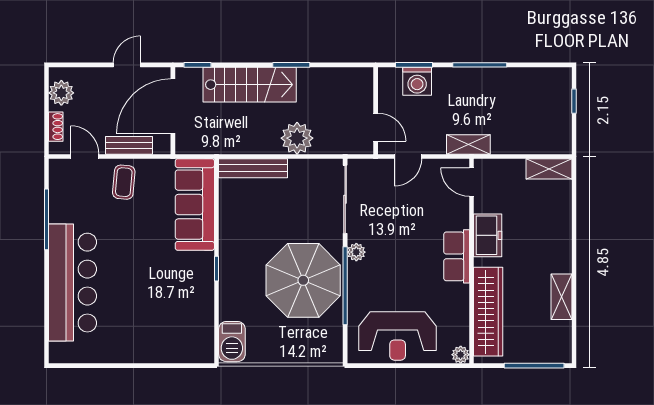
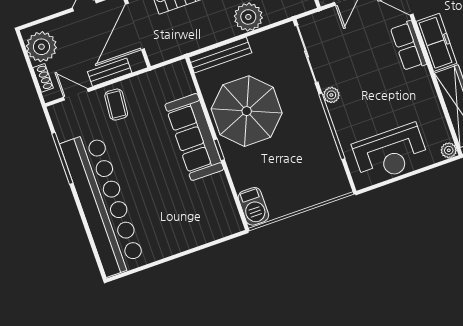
plant: (61, 93) -> (41, 47), width x1.36, depth x1.36
sofa: (195, 205) -> (194, 137), moved
freezer: (488, 235) -> (436, 42), width x1.40
row of seats: (457, 256) -> (408, 46), moved
parasol: (303, 280) -> (247, 111), moved
bar counter: (73, 283) -> (103, 204), width x1.36

